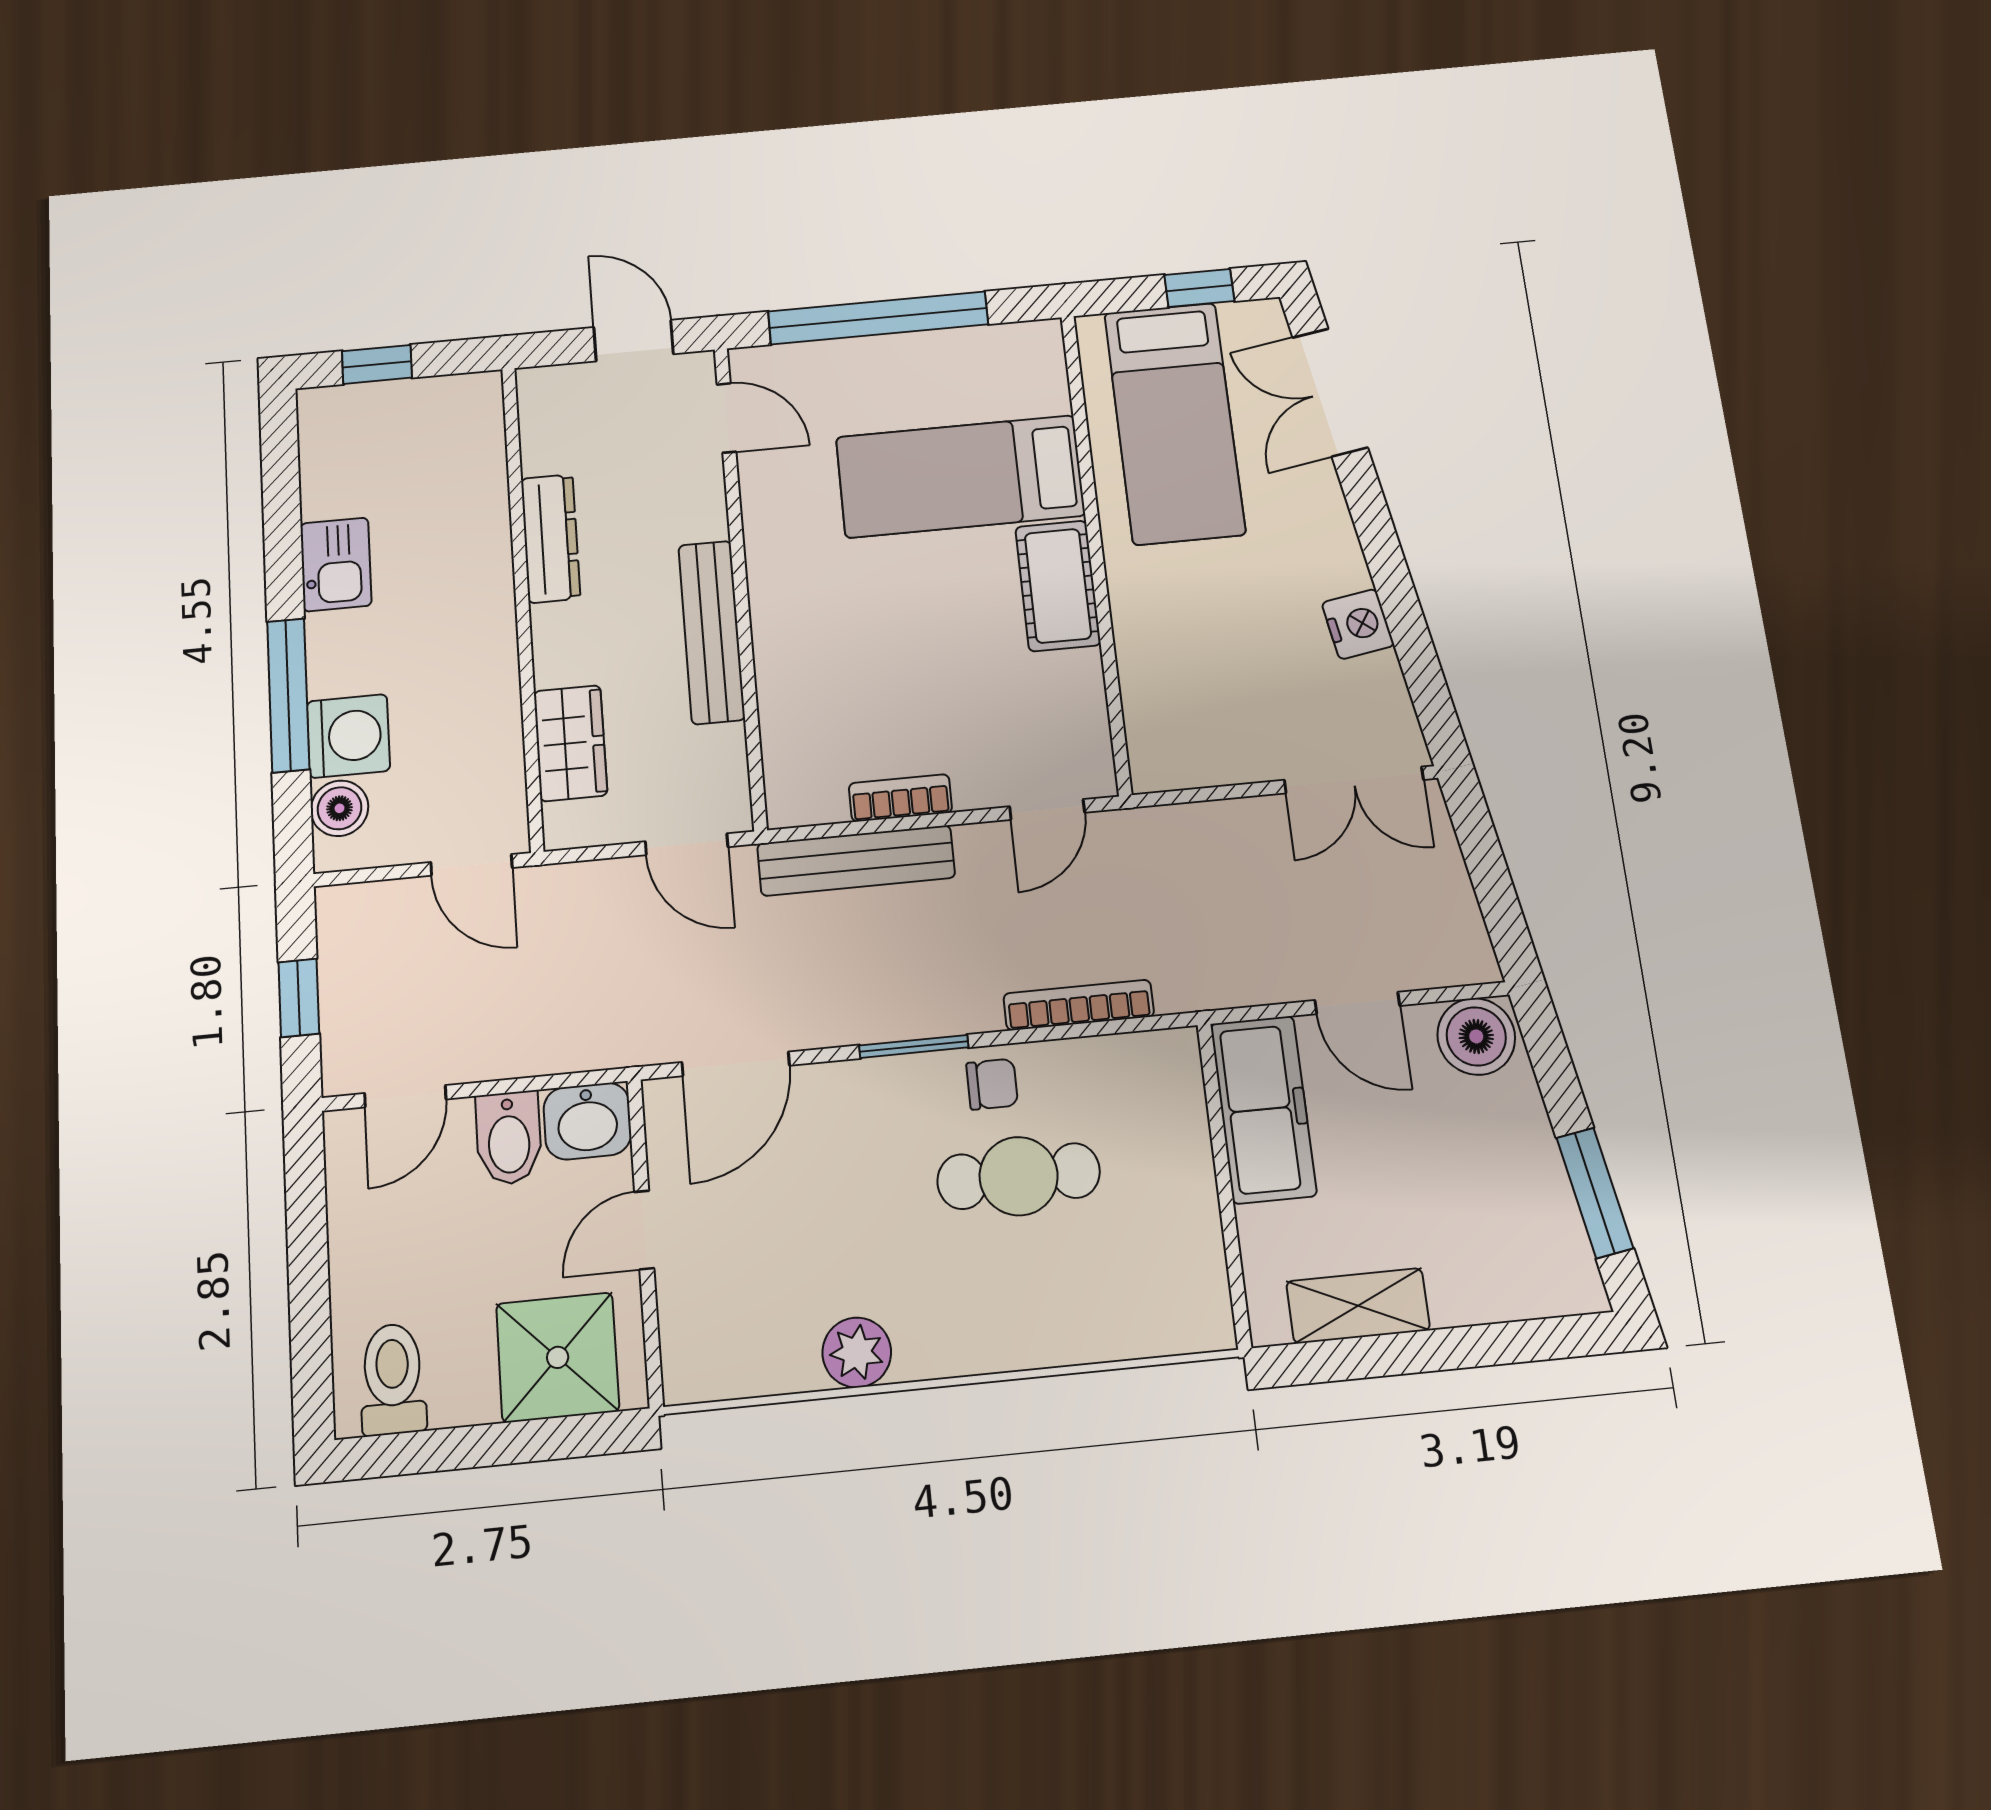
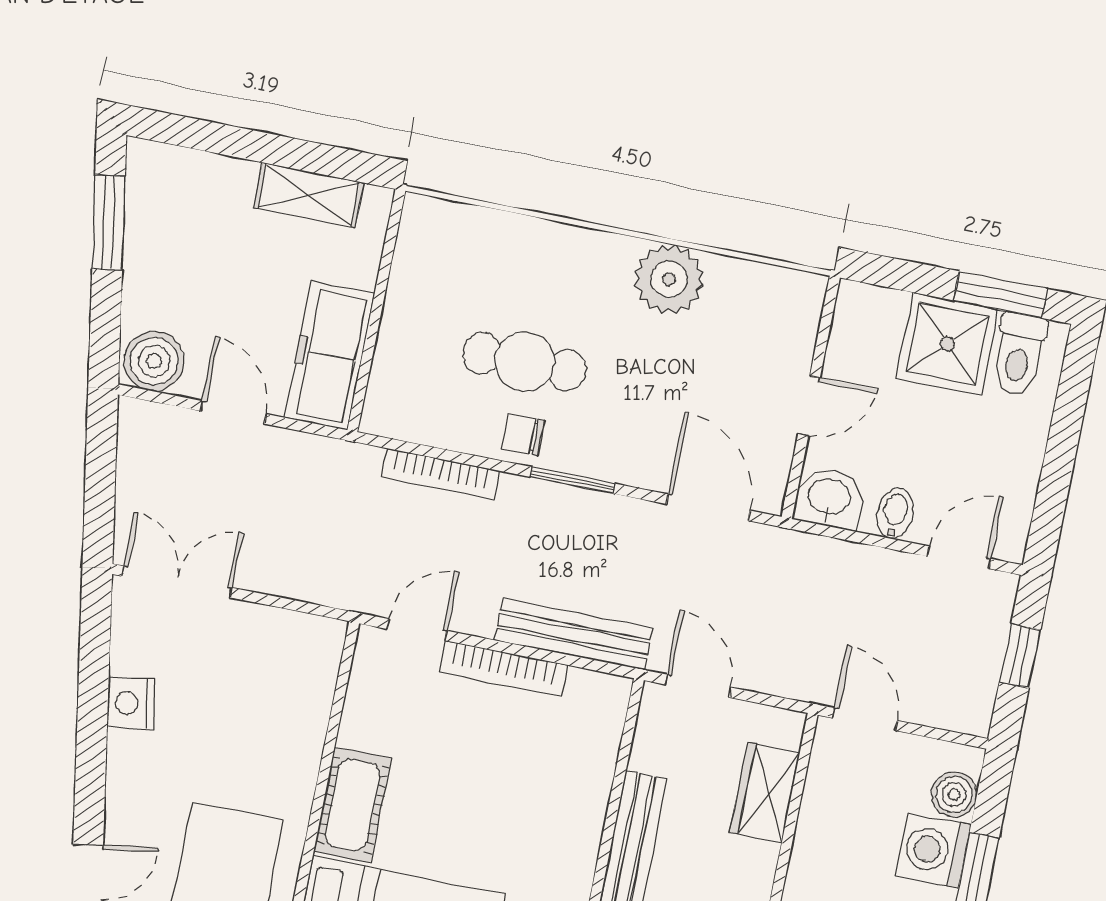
bookcase: (900, 798) -> (503, 668), width x1.56
door: (736, 1064) -> (708, 507), hinge flipped
bidet: (509, 1138) -> (895, 513), width x0.72, depth x0.74
plant: (857, 1352) -> (669, 279), width x1.36, depth x1.36
shower: (558, 1357) -> (947, 344), moved
window: (436, 1450) -> (1001, 295), added

